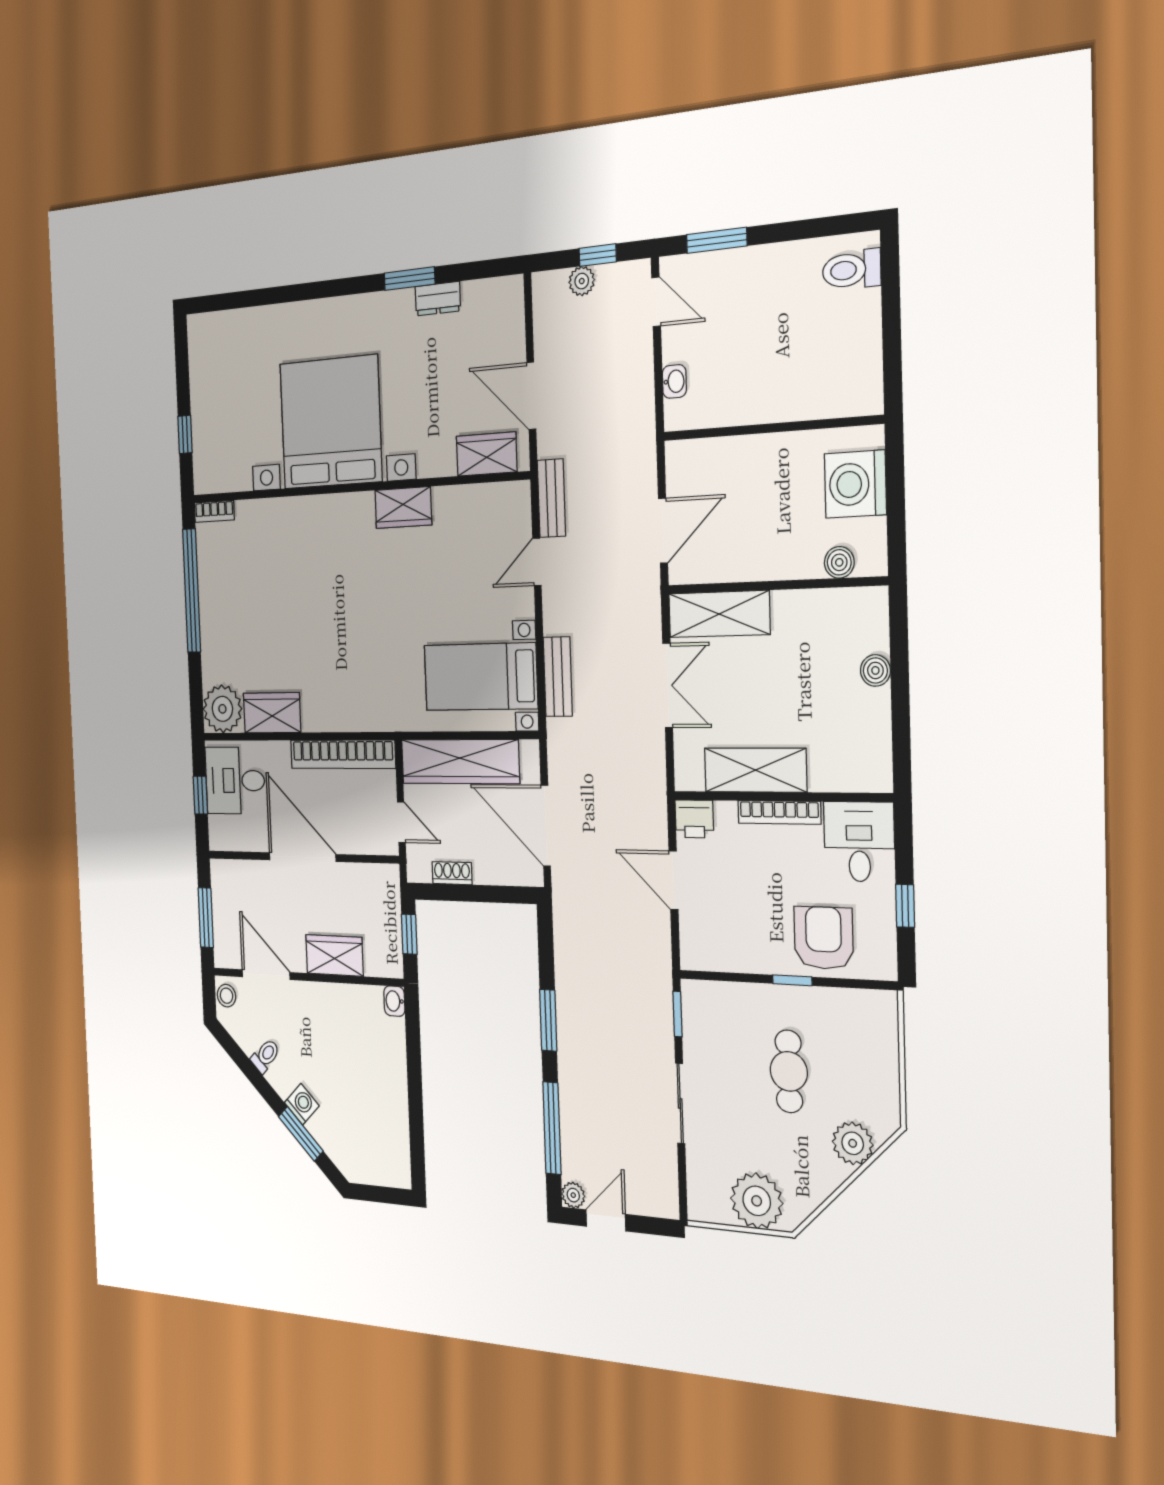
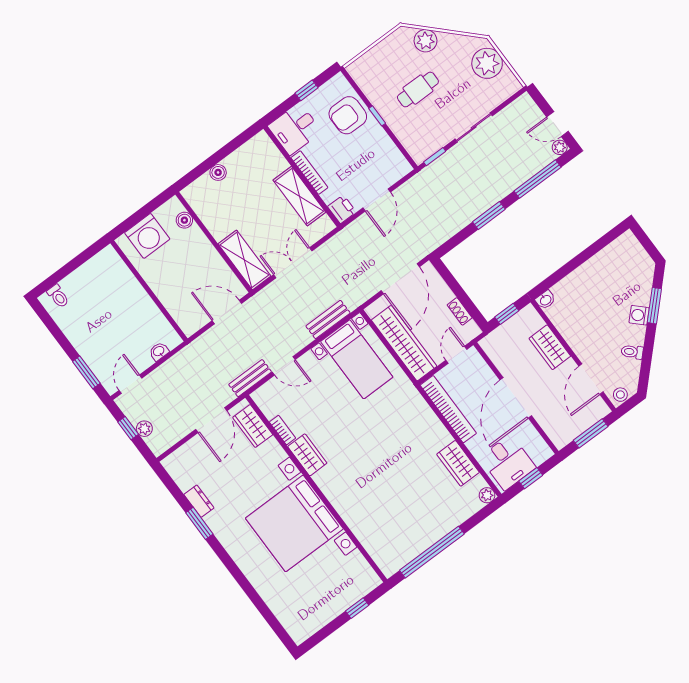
toilet: (852, 270) -> (58, 296), width x0.73, depth x0.72
bookcase: (214, 511) -> (283, 430), moved
plant: (222, 709) -> (487, 495), width x0.53, depth x0.53

